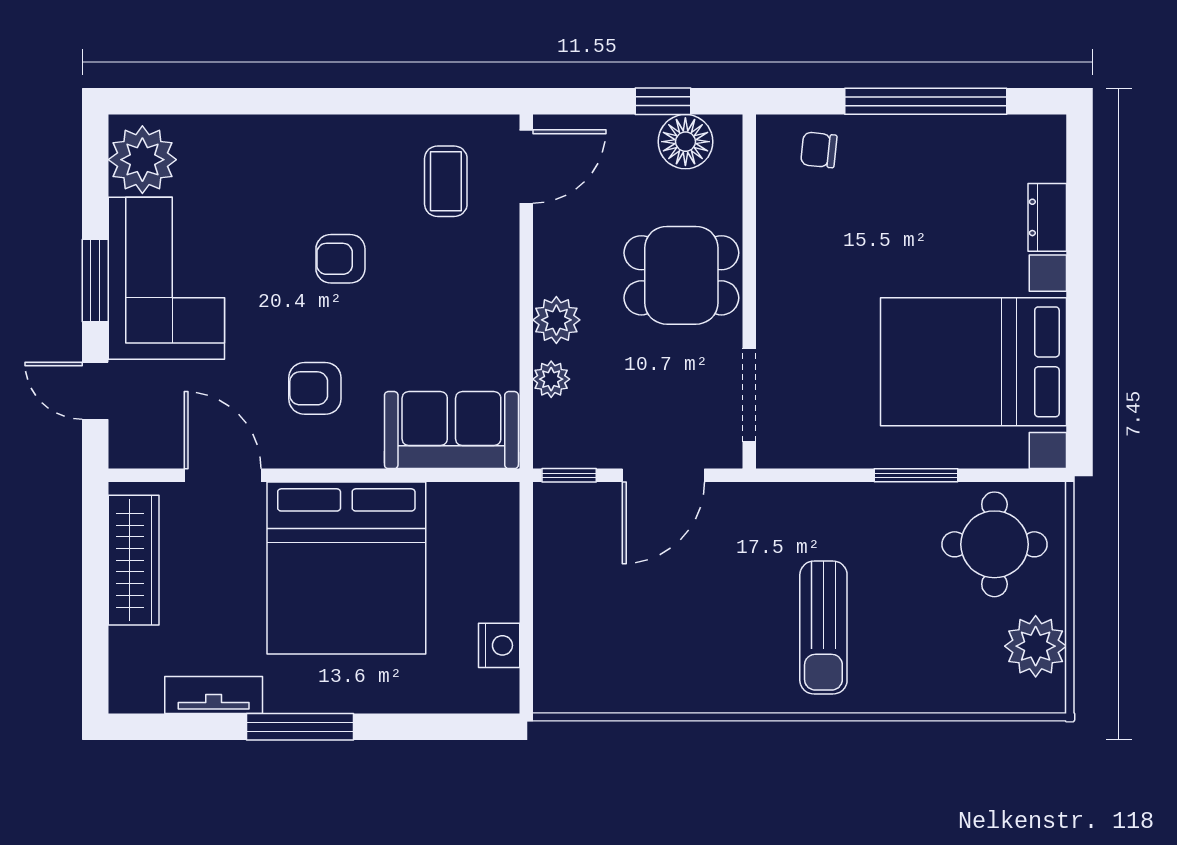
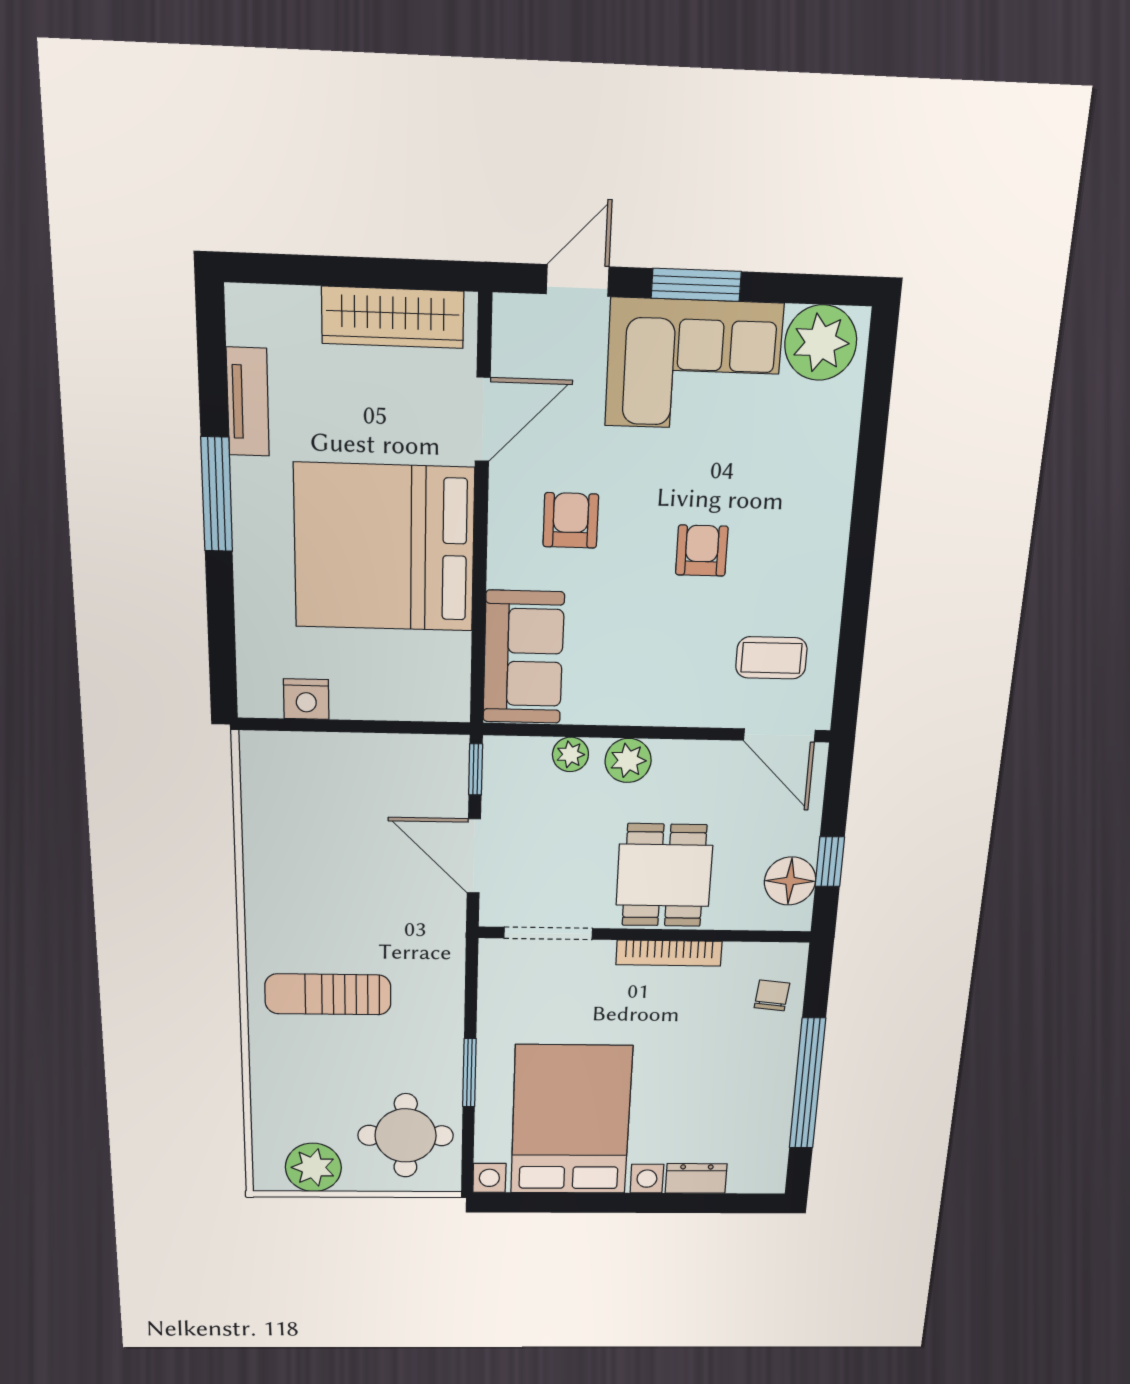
bookcase: (770, 265) -> (669, 953), added

